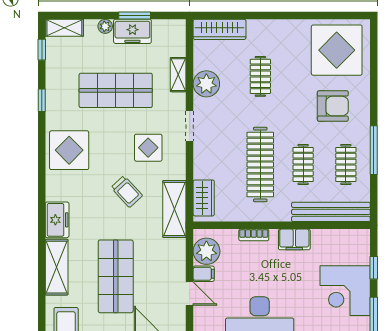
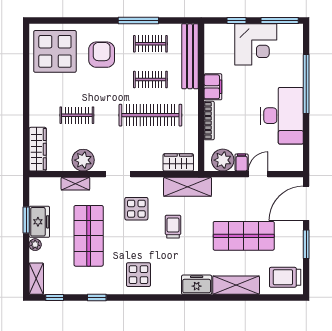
display table: (69, 150) -> (138, 275), width x0.73, depth x0.73
trolley: (127, 192) -> (173, 227), turned -47
bookcase: (254, 235) -> (209, 121), width x1.56

